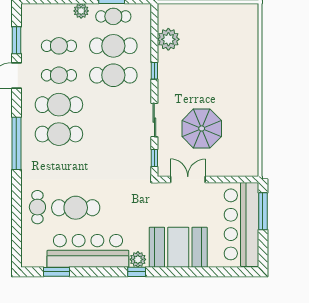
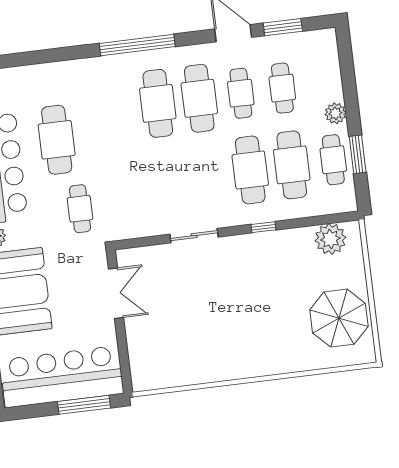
plant: (168, 39) -> (330, 239), moved
parasol: (202, 128) -> (339, 318), moved
window: (154, 158) -> (140, 242), removed
cafe table: (37, 207) -> (80, 209), moved, turned 90

